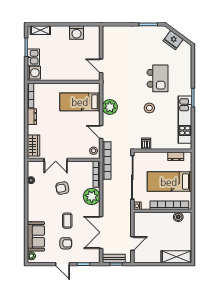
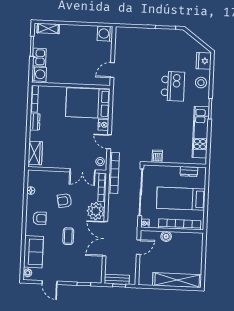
washing machine: (77, 33) -> (105, 34), moved, turned 90
fridge: (173, 40) -> (204, 61), moved, turned 53
door: (101, 66) -> (112, 70), hinge flipped
bed: (80, 102) -> (88, 103), width x1.50
plant: (110, 107) -> (120, 115), removed
stool: (149, 108) -> (201, 83), moved
nightstand: (95, 117) -> (103, 125), added
double door: (56, 160) -> (83, 171), moved
boiler: (178, 217) -> (166, 236), moved
double door: (101, 232) -> (105, 239), moved
armchair: (66, 243) -> (40, 218), moved
door: (132, 243) -> (138, 247), moved
shelving: (176, 257) -> (177, 280), width x1.47
door: (62, 264) -> (50, 282), moved

